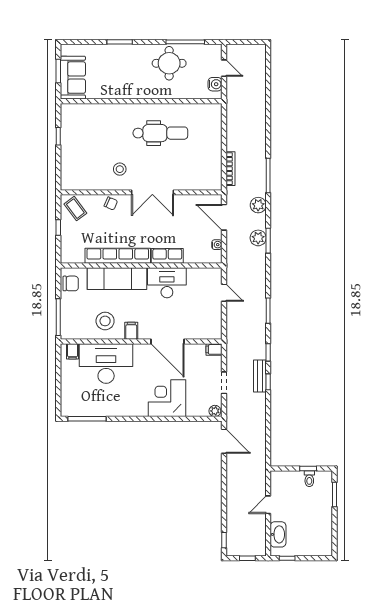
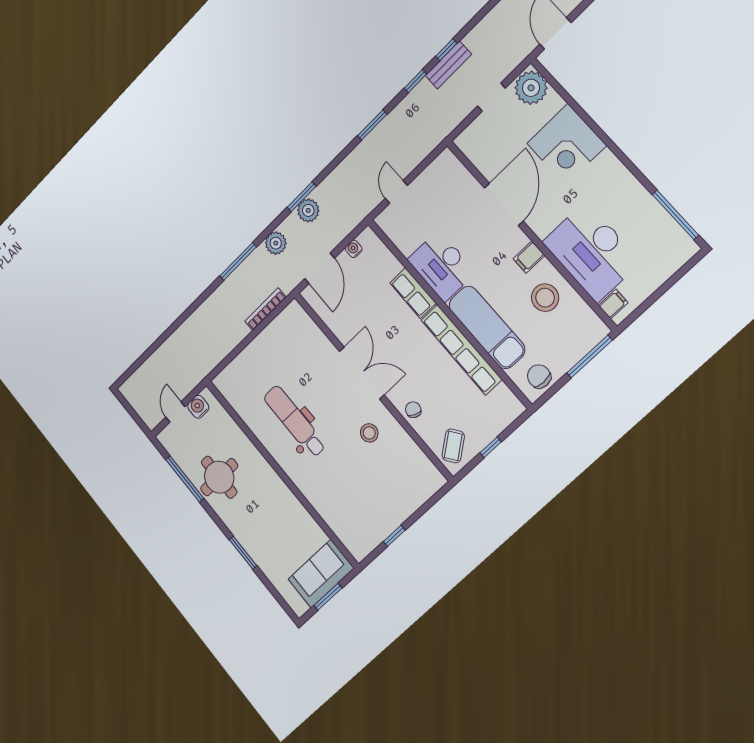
filing cabinet: (214, 349) -> (466, 144), removed
plant: (215, 411) -> (531, 88), width x1.88, depth x1.88

